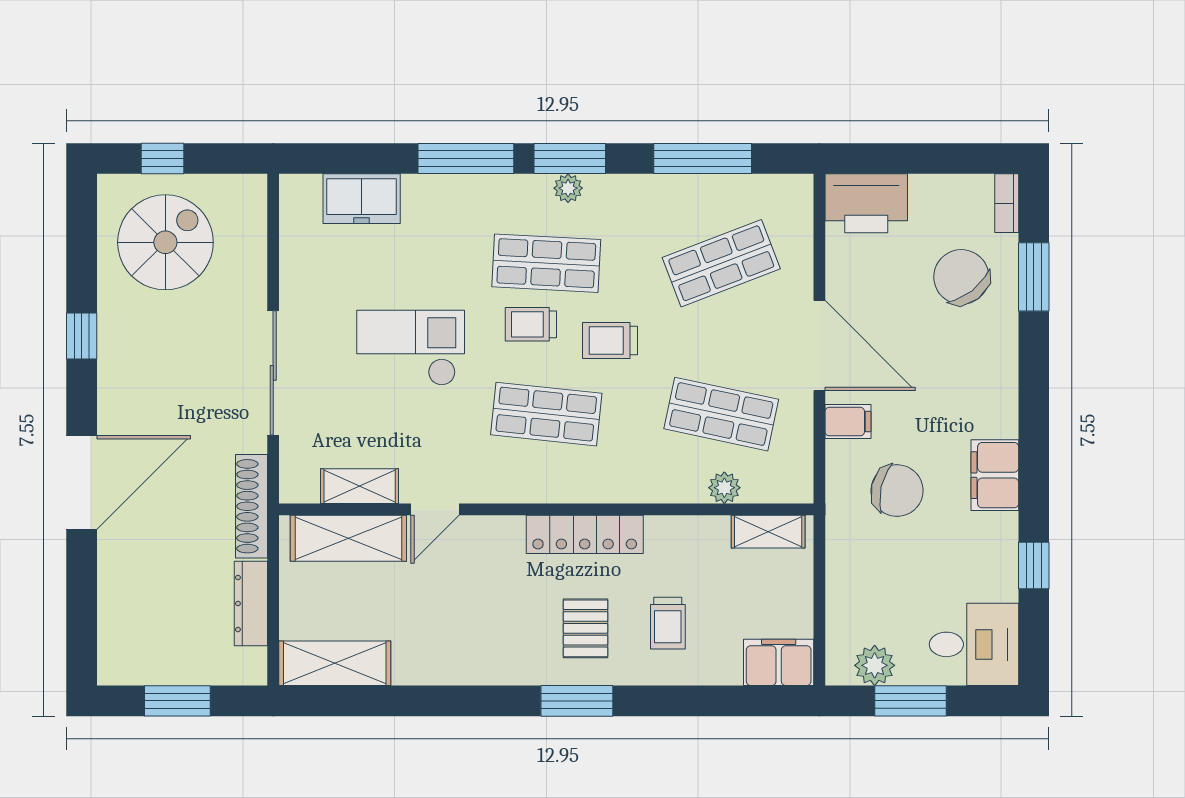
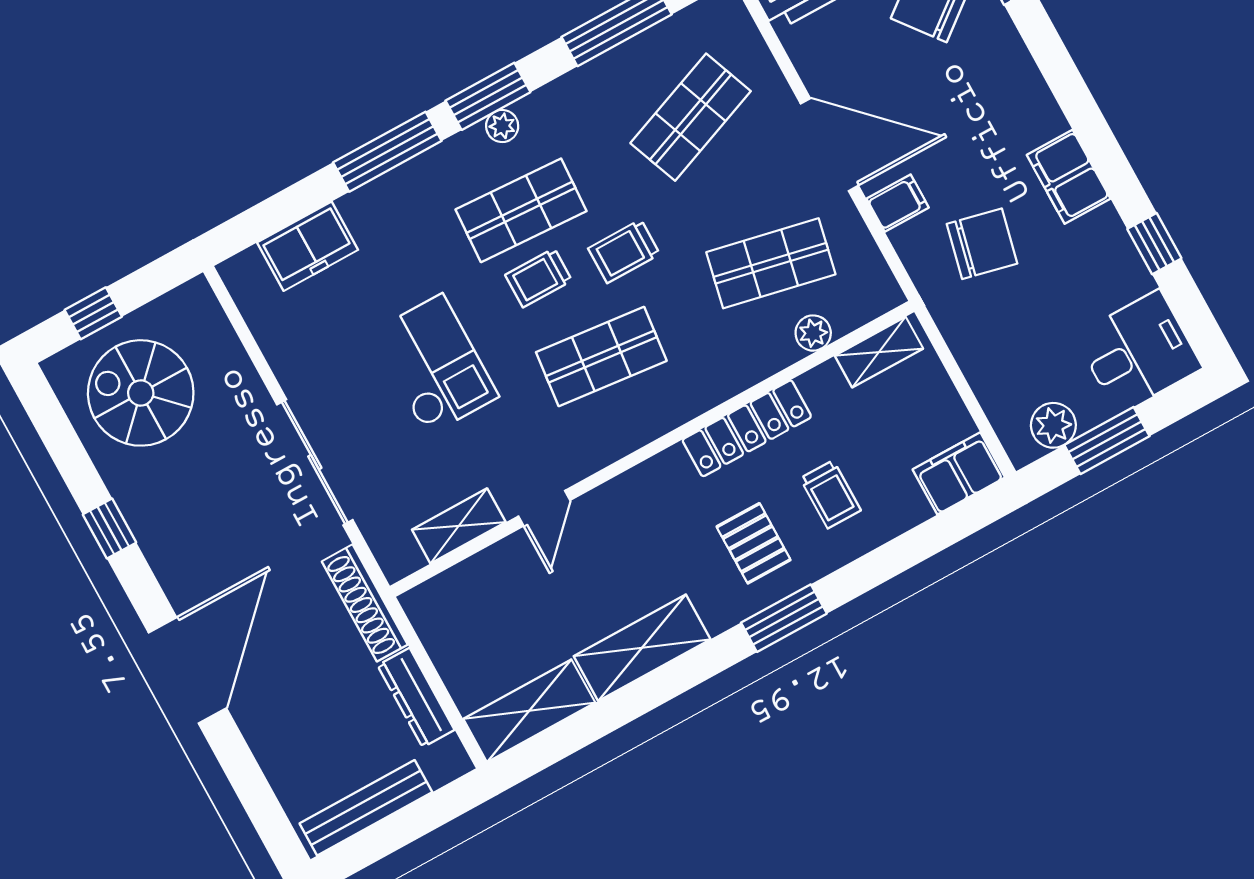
spiral stairs: (165, 242) -> (141, 393), turned -90
checkout: (411, 348) -> (435, 365), turned 90
locker: (585, 534) -> (747, 428), moved
shelving: (348, 538) -> (642, 648), moved
bench: (163, 669) -> (366, 808), added
window: (177, 701) -> (397, 831), removed

